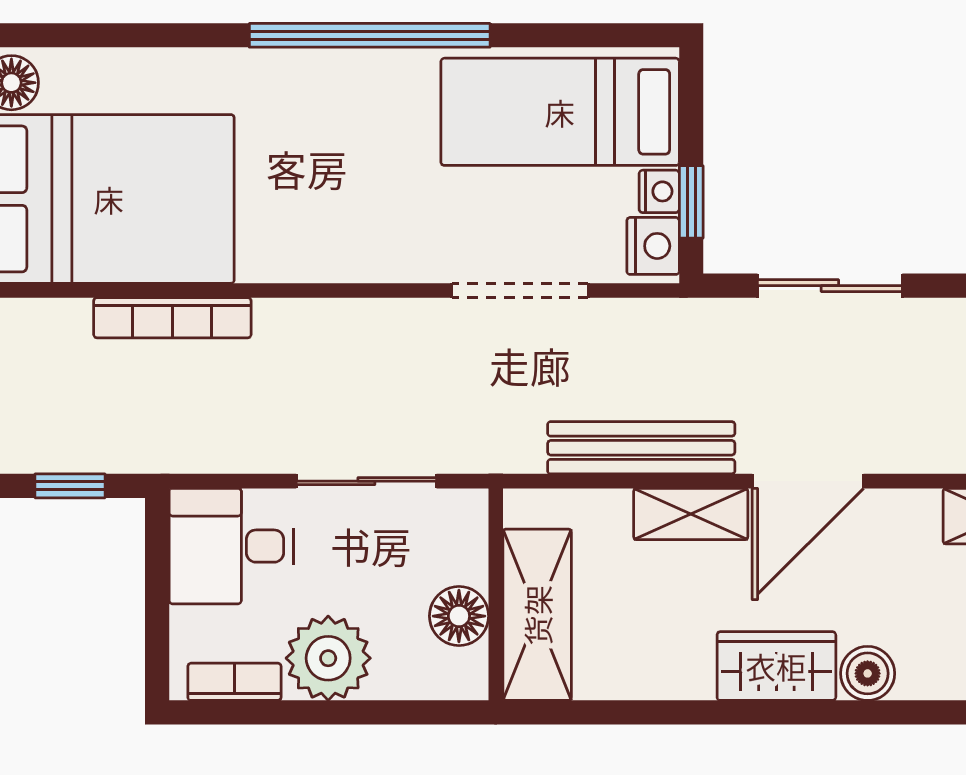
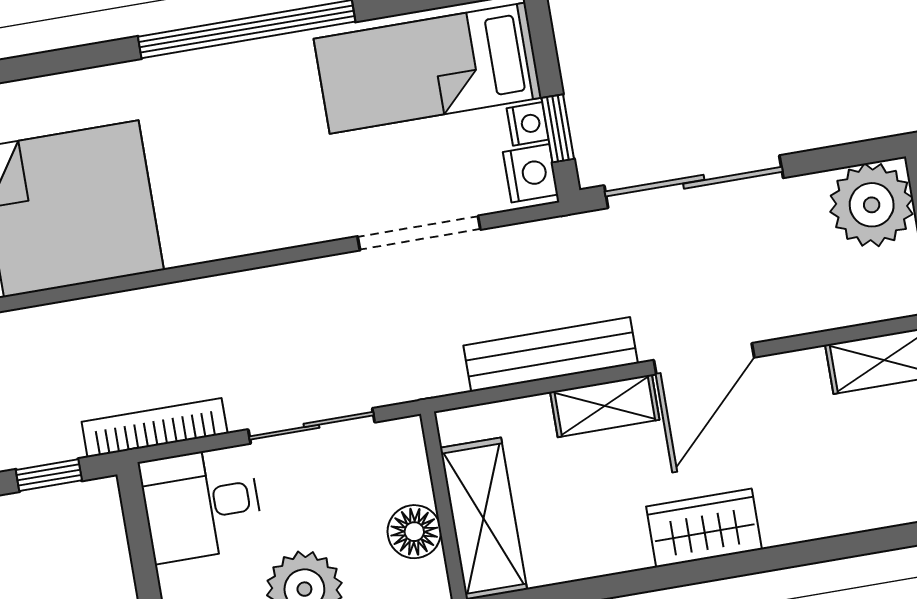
sliding door: (830, 286) -> (694, 182), width x1.37
bookcase: (172, 318) -> (155, 428), moved, turned 180
boiler: (868, 673) -> (786, 521), removed

